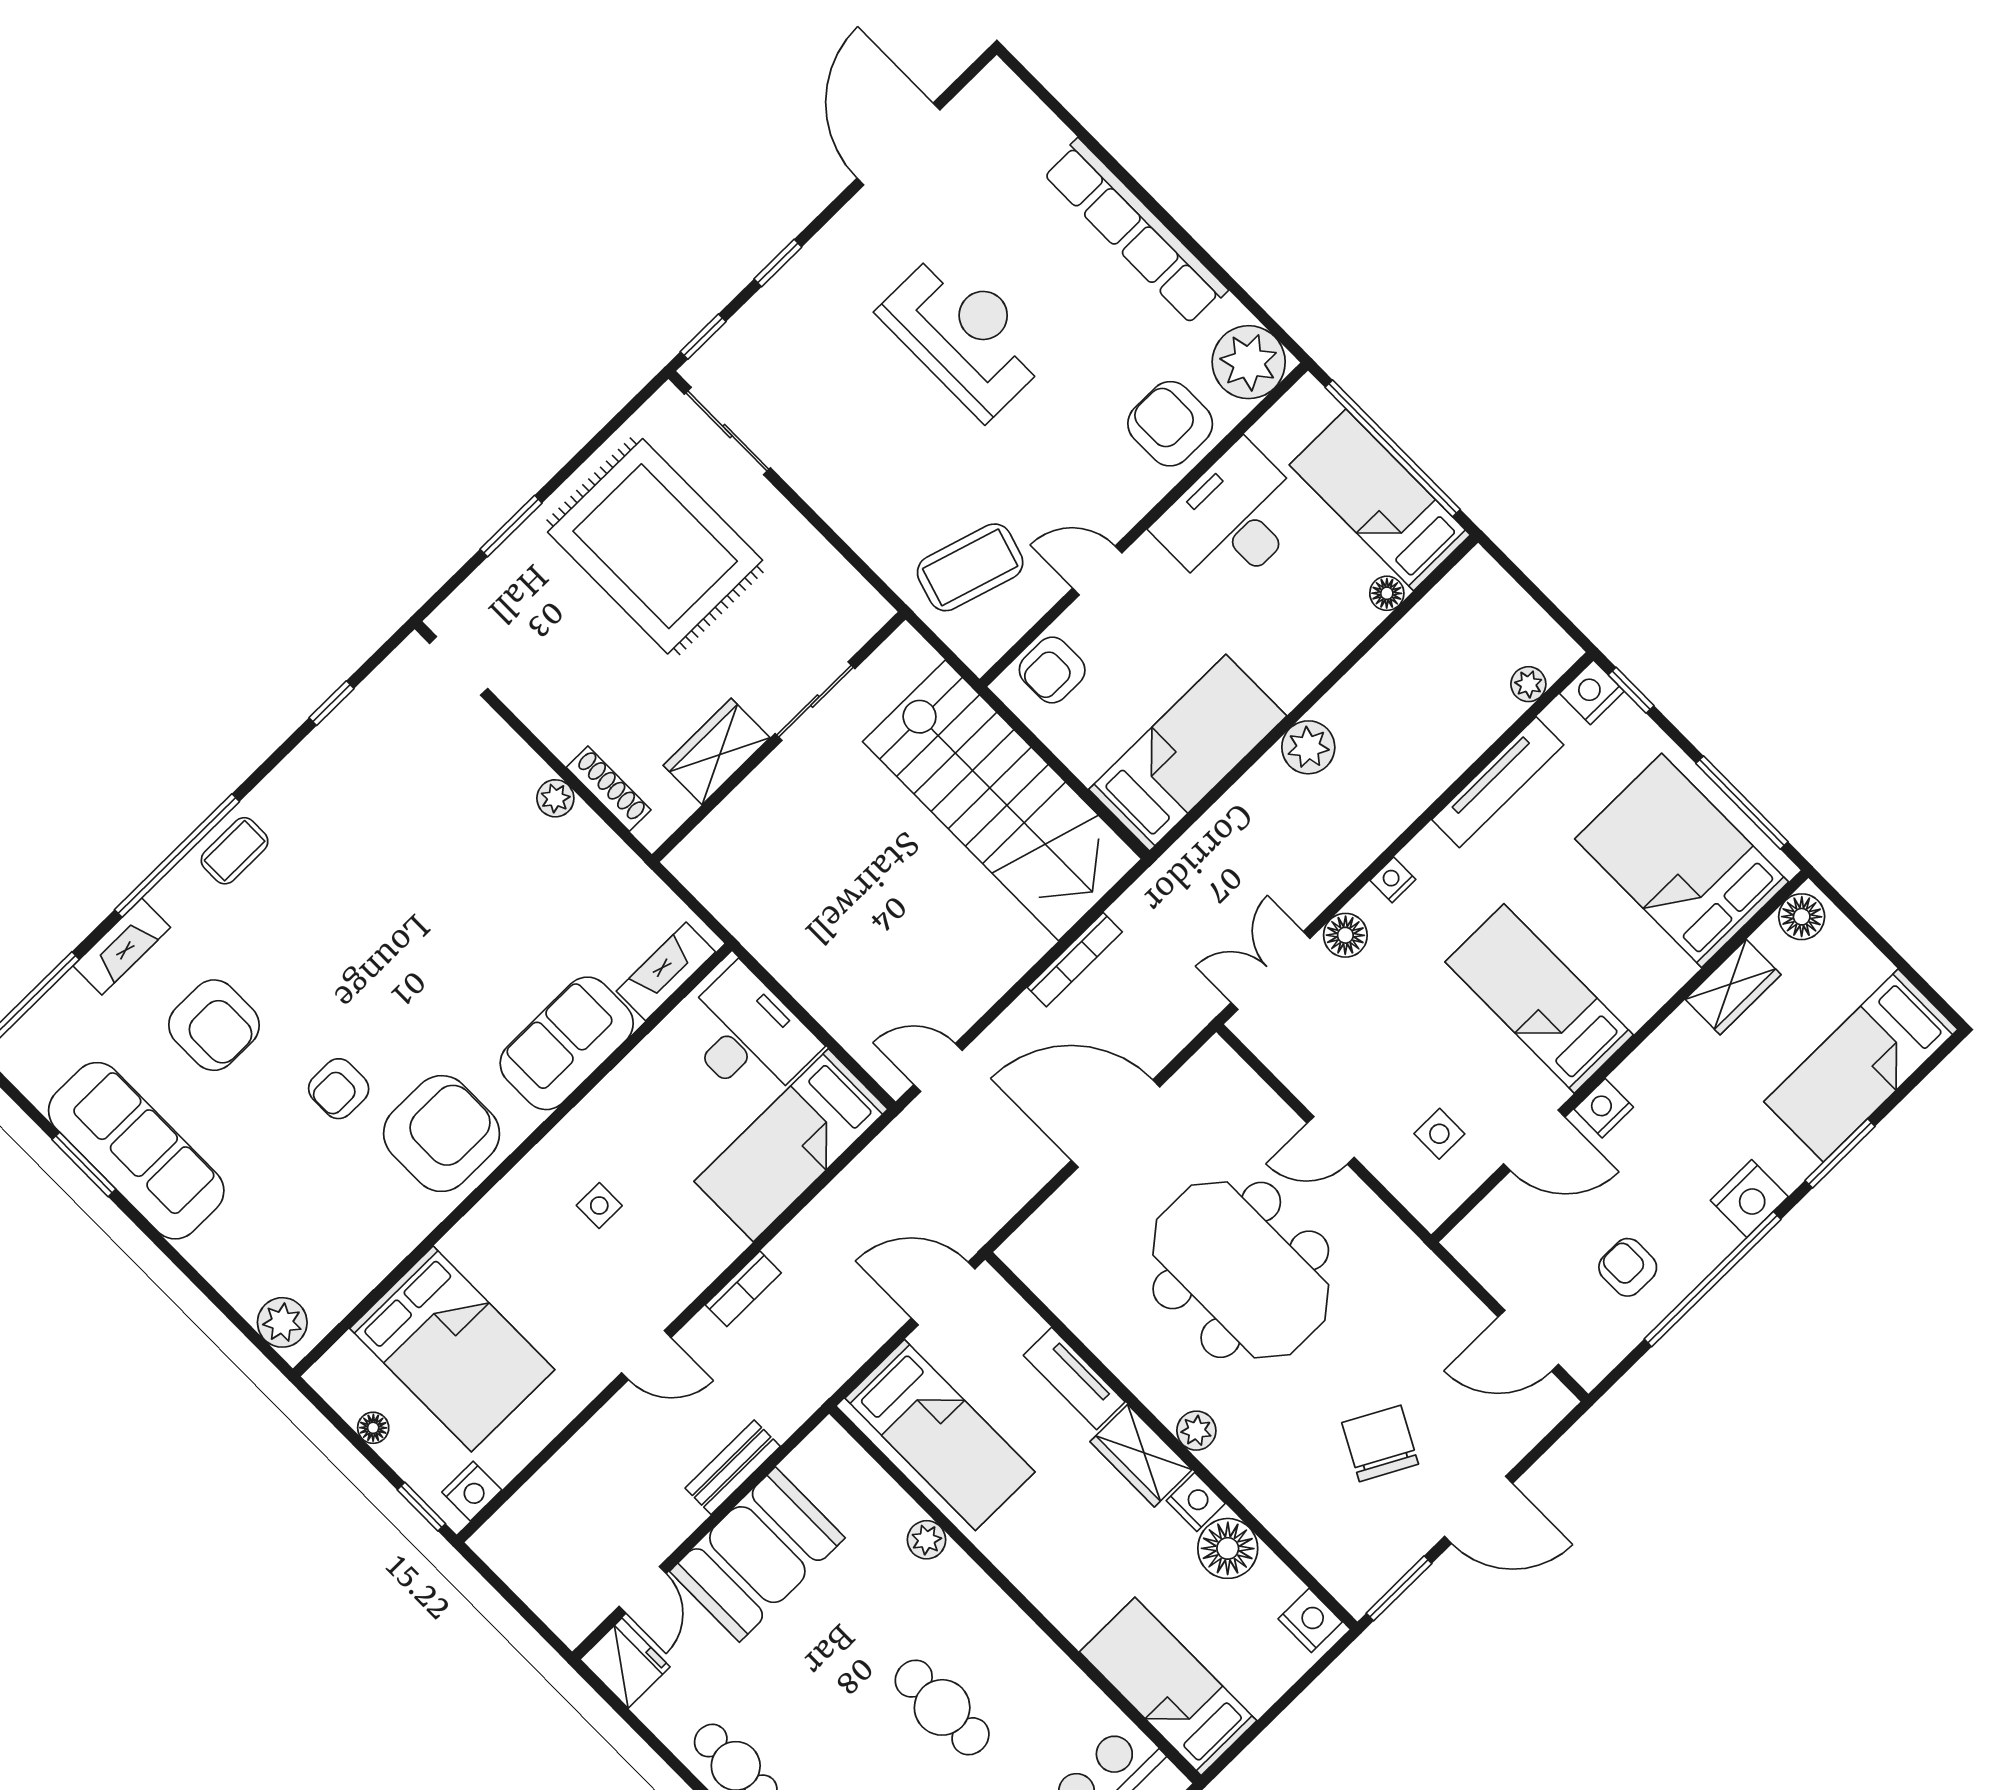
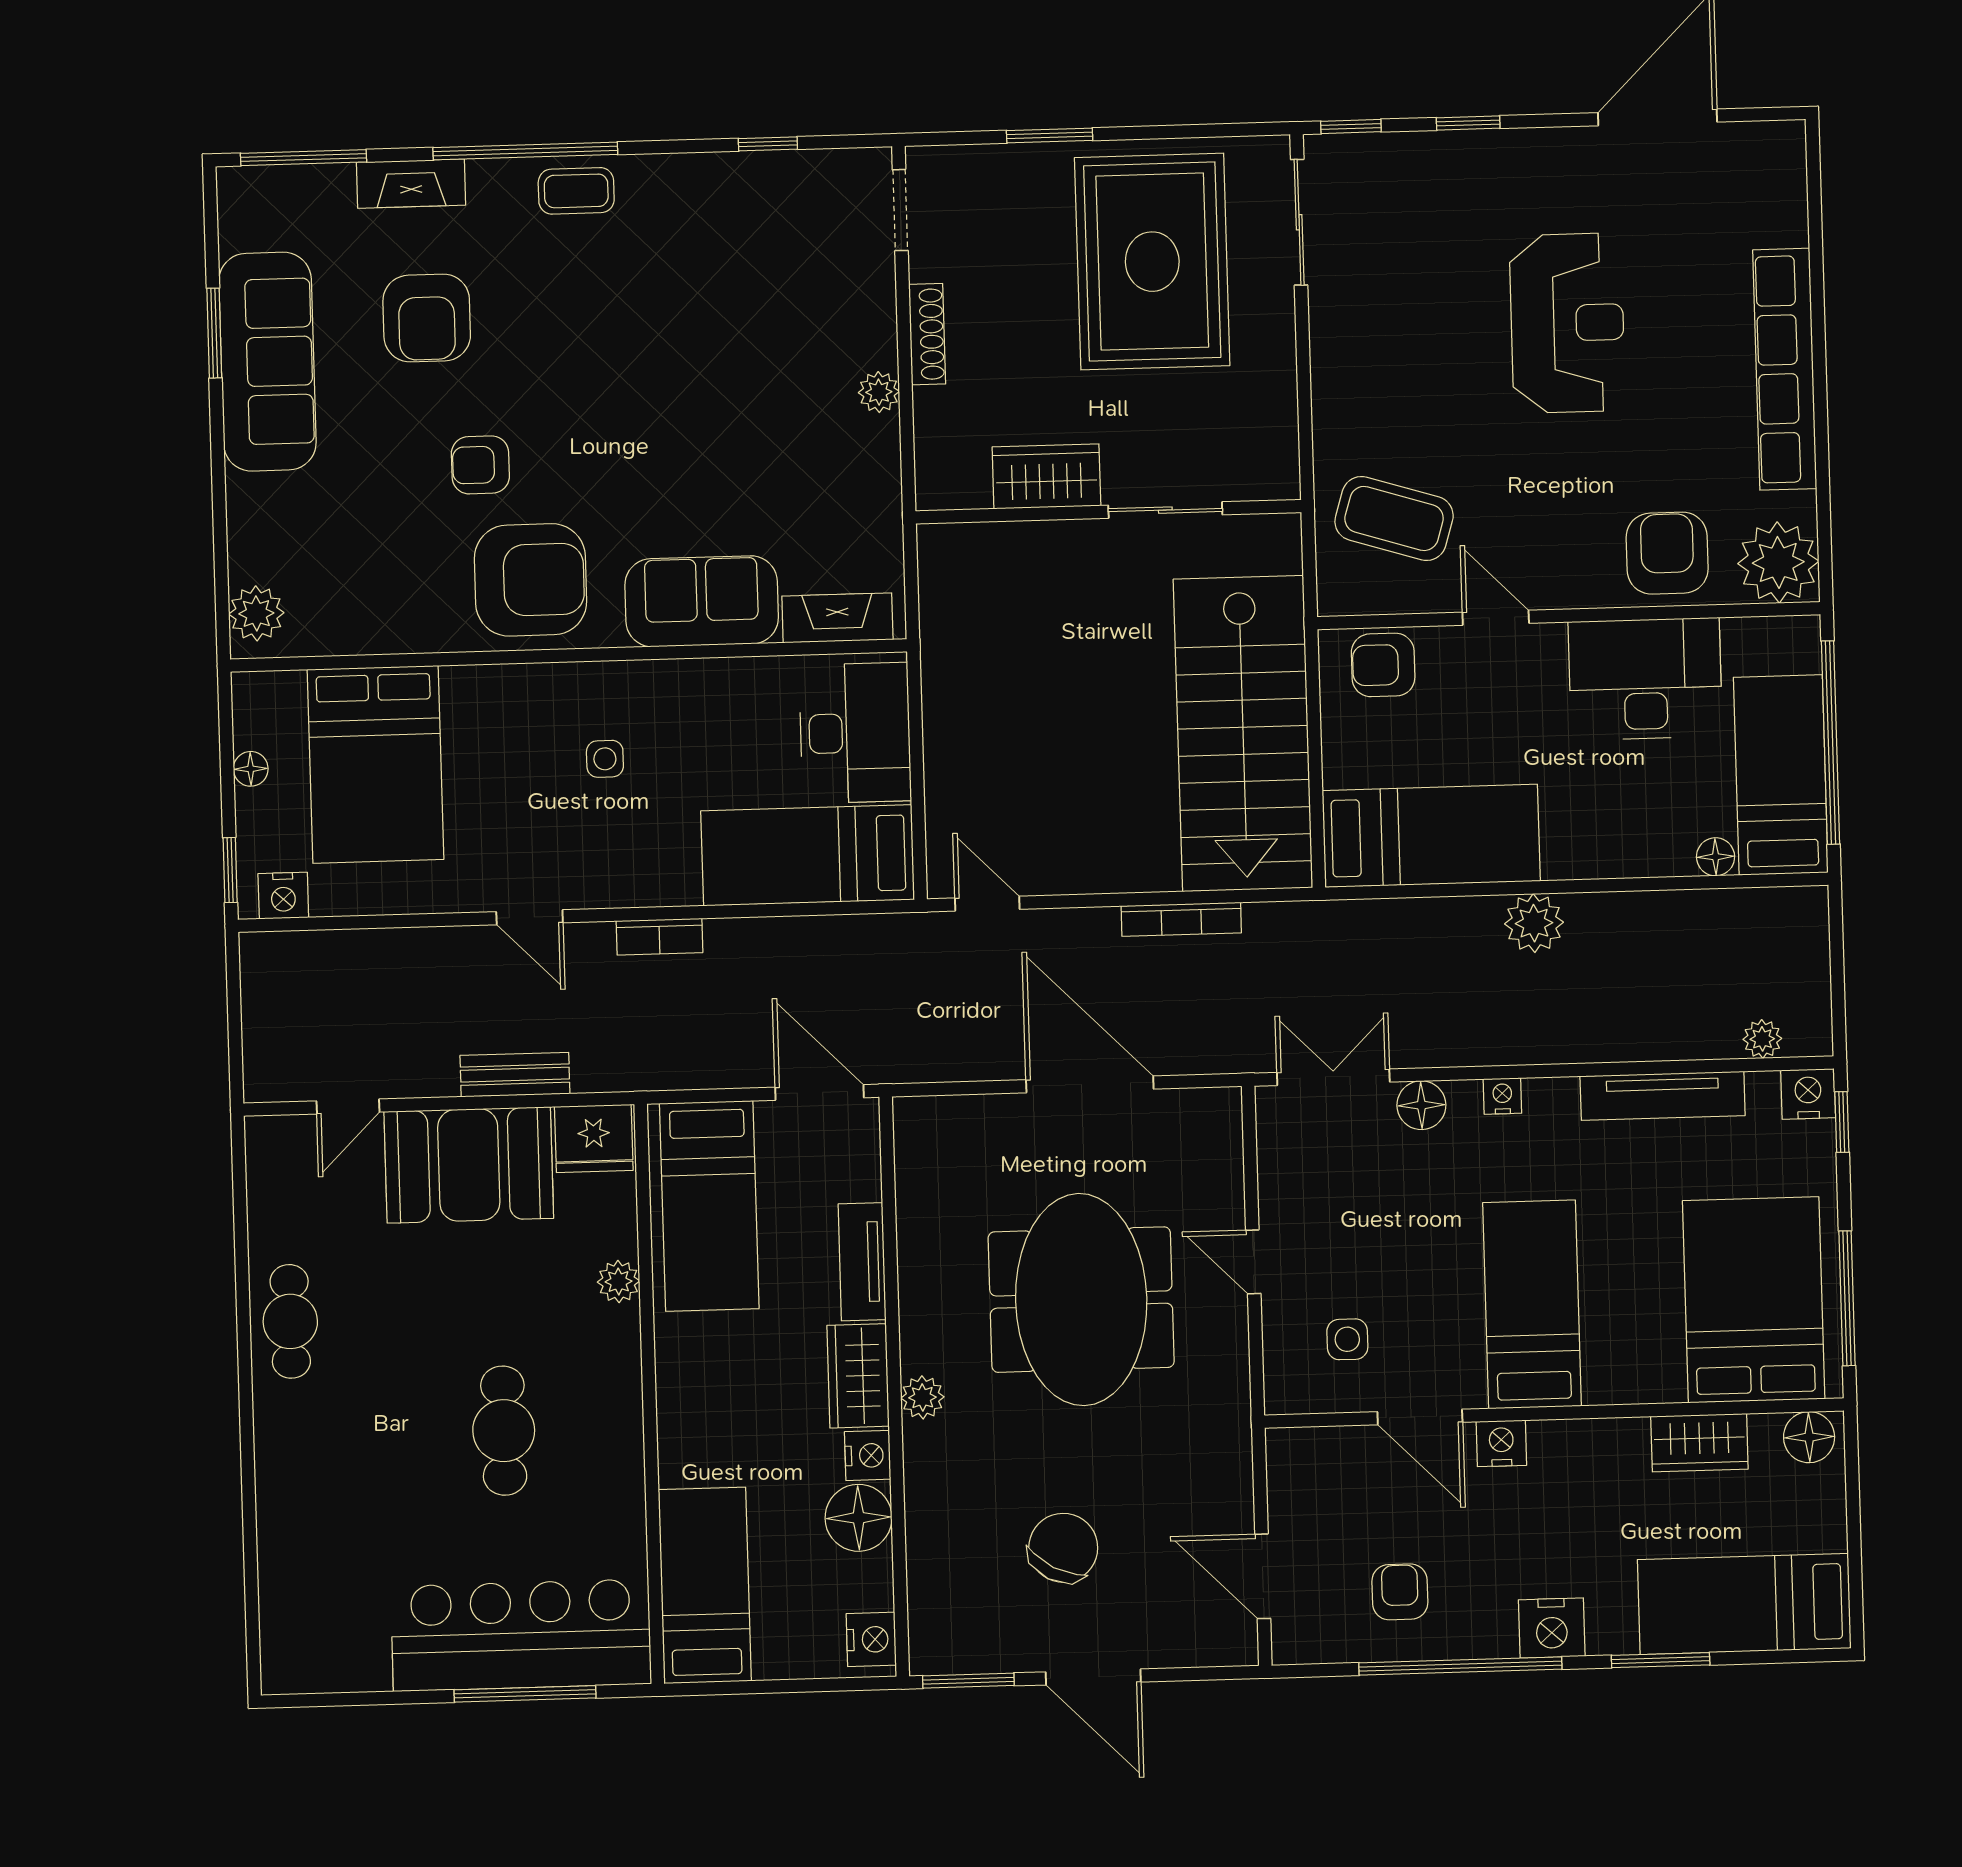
shoe rack: (609, 789) -> (927, 334), moved
fridge: (625, 1663) -> (594, 1138), moved, turned 90

